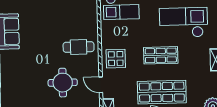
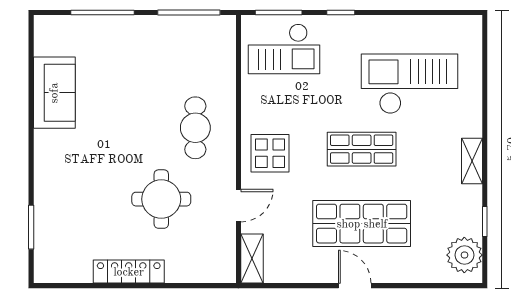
cafe table: (79, 47) -> (195, 128), turned 90
door: (101, 85) -> (238, 206), swing flipped

